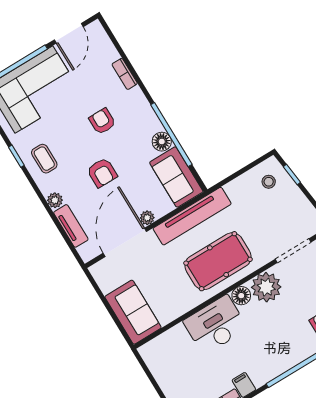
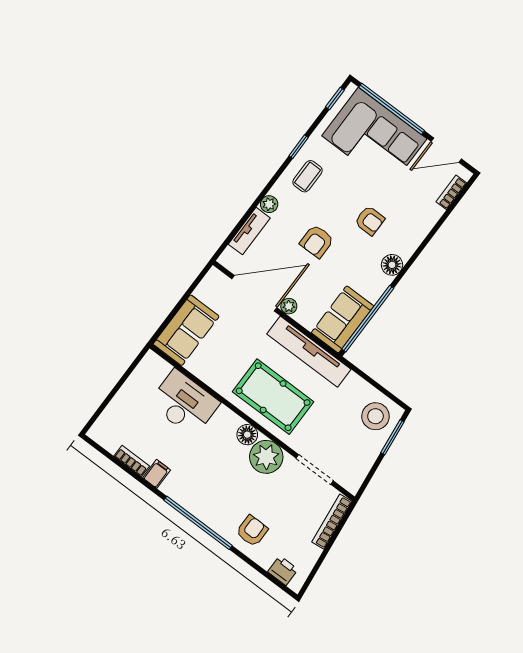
bookcase: (125, 74) -> (451, 192), moved
armchair: (102, 121) -> (370, 221), turned 90
window: (171, 135) -> (368, 319), moved
floor lamp: (162, 142) -> (392, 265), moved
window: (292, 175) -> (392, 437), width x1.50
stool: (269, 182) -> (375, 416), width x1.89, depth x1.89
desk: (215, 325) -> (184, 403), moved

